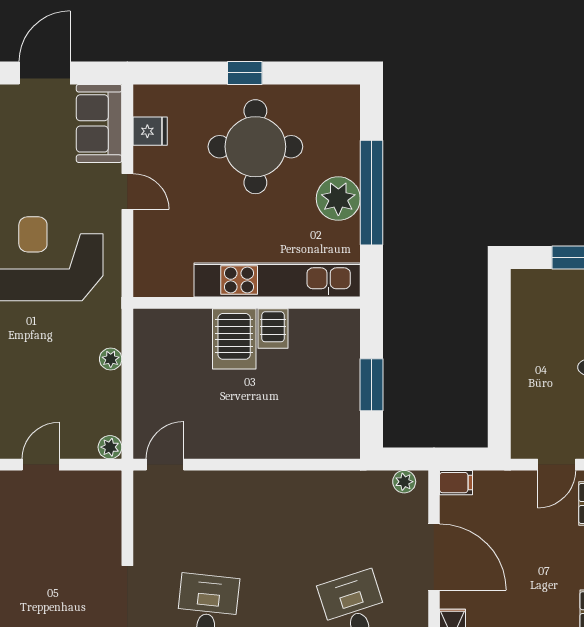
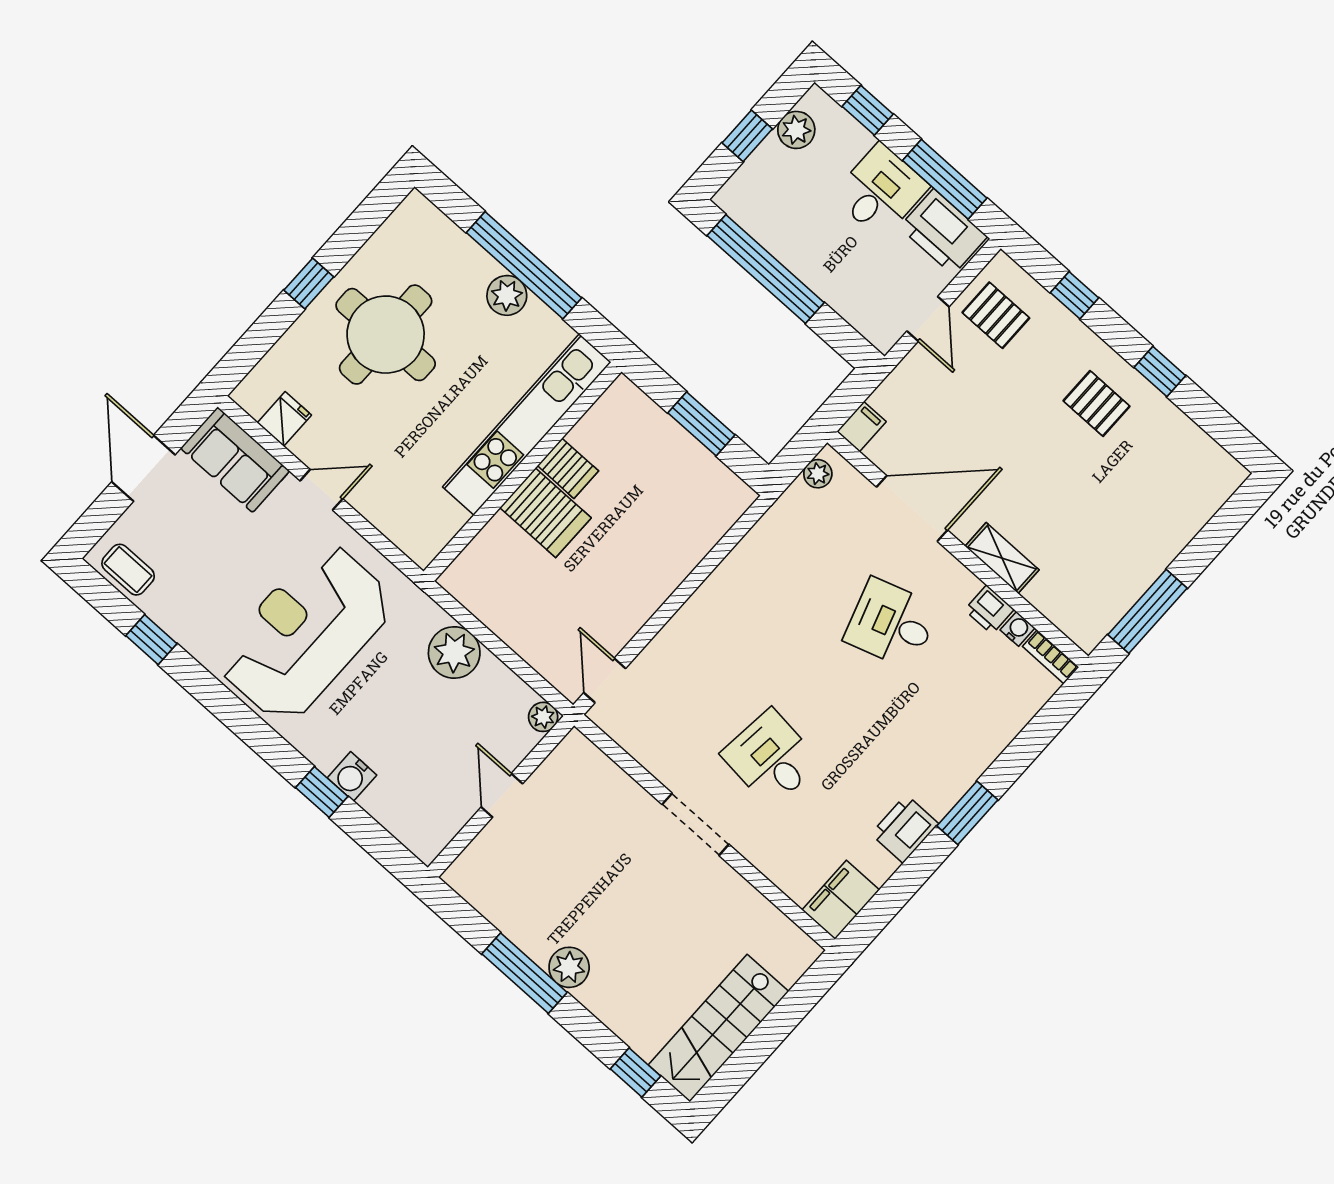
plant: (338, 199) -> (507, 295), width x0.73, depth x0.73
window: (499, 340) -> (766, 269), added
plant: (111, 359) -> (454, 652), width x1.87, depth x1.87

